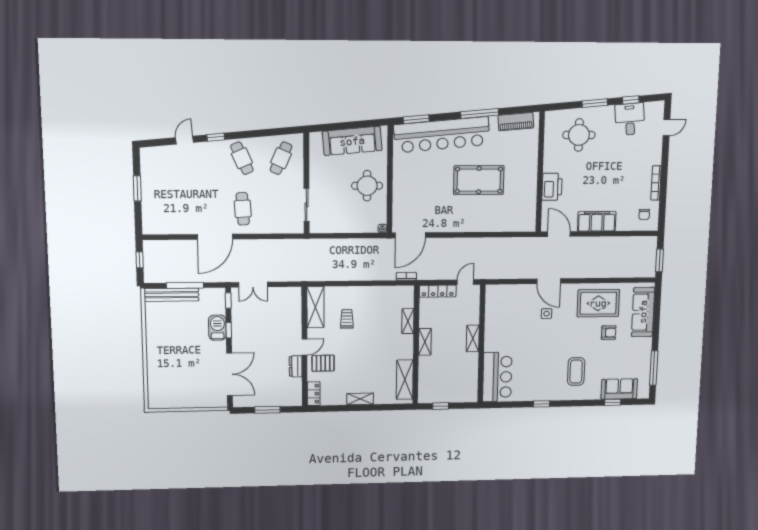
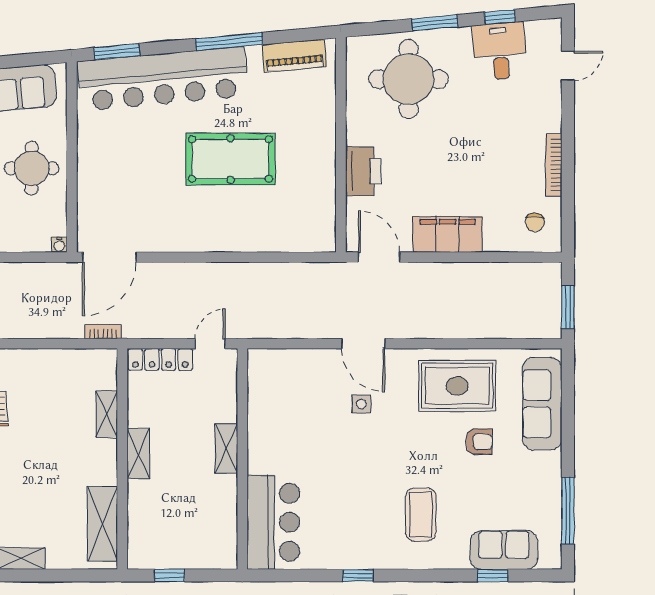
round table: (579, 135) -> (409, 79), width x1.36, depth x1.36

